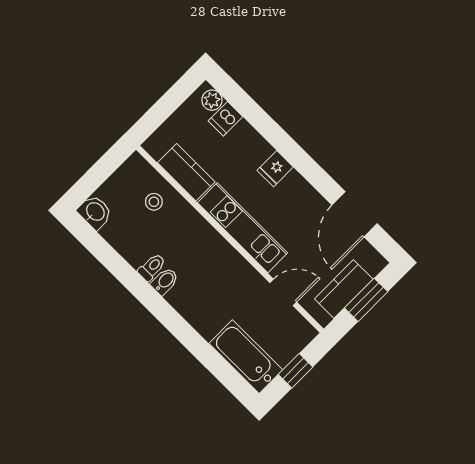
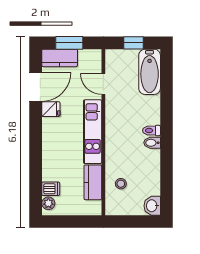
fridge: (275, 169) -> (51, 109), moved
toilet: (152, 267) -> (152, 130), moved
kitchen counter: (344, 289) -> (60, 58), moved

